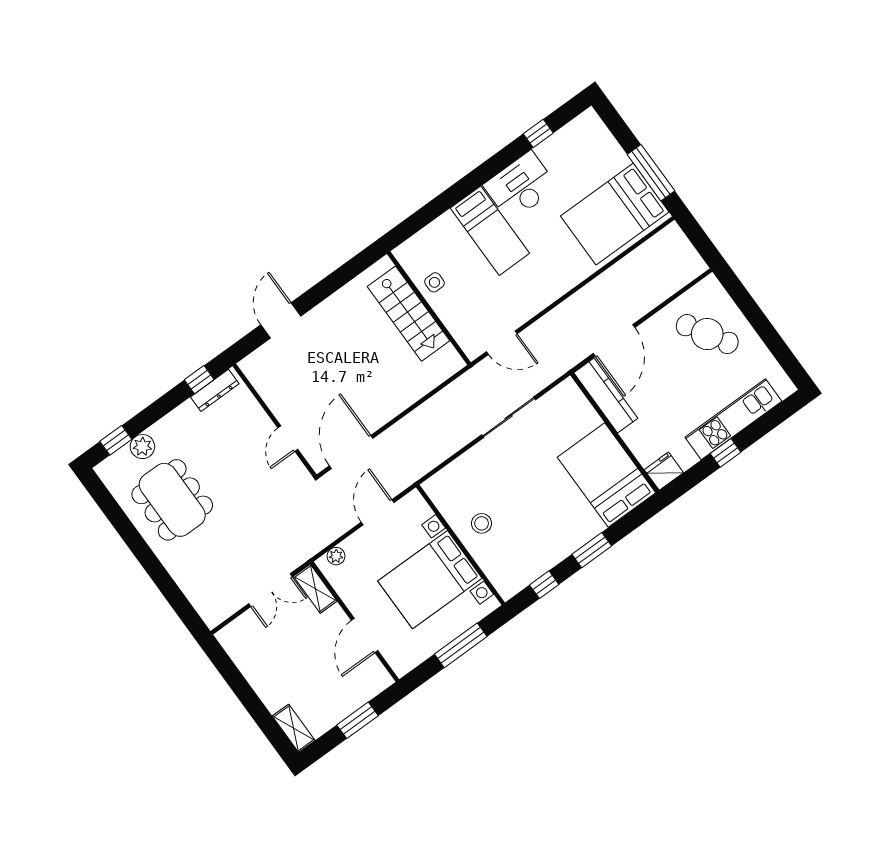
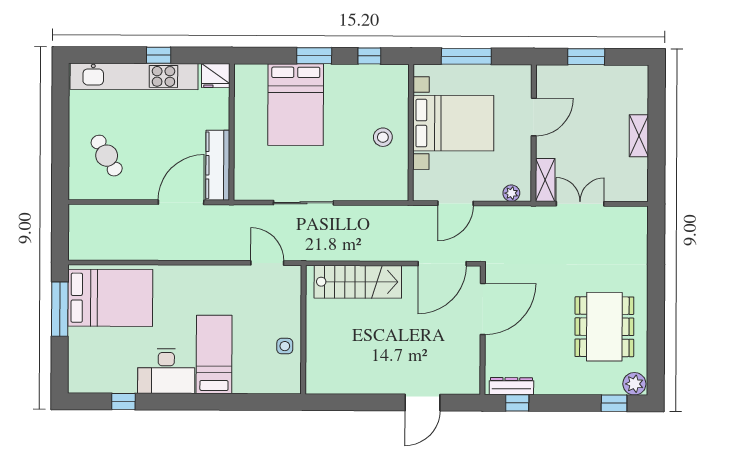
stairs: (409, 314) -> (358, 282), moved, turned 90
cafe table: (707, 334) -> (107, 156), width x0.73, depth x0.74
kitchen unit: (733, 419) -> (134, 76), width x1.36
door: (288, 439) -> (483, 309), width x1.88
plant: (142, 447) -> (634, 384), moved
bed: (606, 475) -> (296, 105), moved
shelving: (294, 728) -> (639, 136), moved

